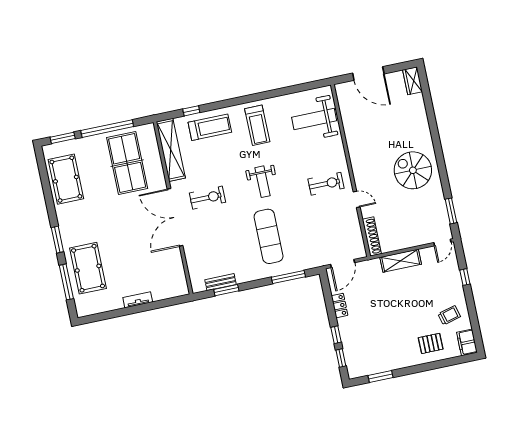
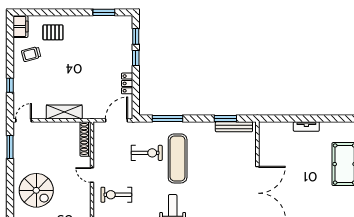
exercise bike: (208, 198) -> (147, 153), moved, turned 180
bench: (220, 282) -> (234, 127), width x1.36

